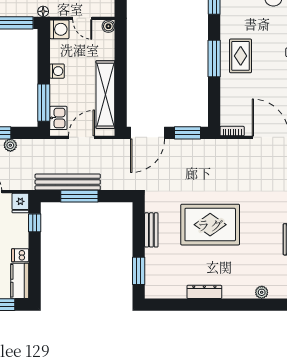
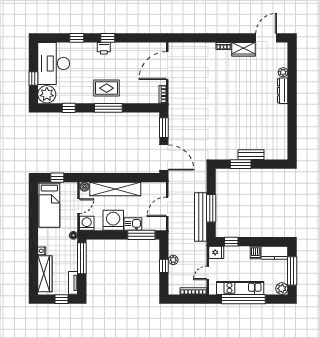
washing machine: (57, 71) -> (113, 220), width x1.89, depth x1.89
shelving: (105, 95) -> (115, 189), moved
kitchen sink: (58, 118) -> (133, 224), moved
door: (82, 137) -> (167, 207), hinge flipped
rug: (210, 225) -> (232, 111), removed
bench: (151, 230) -> (251, 155), moved
window: (139, 271) -> (241, 164), moved
dresser: (204, 292) -> (283, 91), moved

